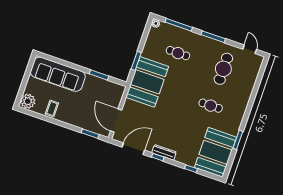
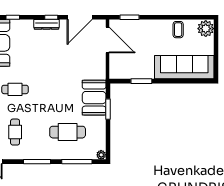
cafe table: (178, 53) -> (68, 132), width x1.37, depth x1.35
cafe table: (223, 69) -> (15, 132), width x0.73, depth x0.74
booth: (147, 82) -> (94, 98), width x0.73, depth x0.70

